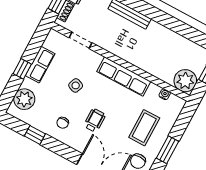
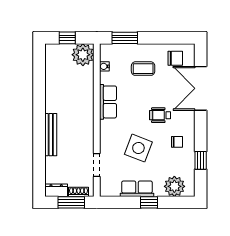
row of seats: (124, 76) -> (108, 102), width x0.68
side table: (76, 85) -> (138, 148), width x1.87, depth x1.87
coffee table: (144, 128) -> (143, 69), width x0.73, depth x0.77
window: (167, 150) -> (125, 38), moved

